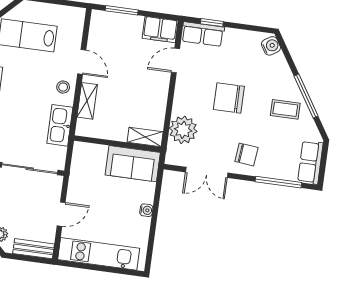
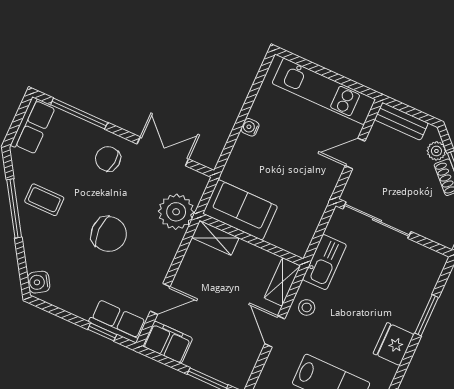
shelving: (145, 137) -> (215, 238), moved
wall: (117, 144) -> (252, 240), moved
sofa: (133, 164) -> (240, 210), moved

